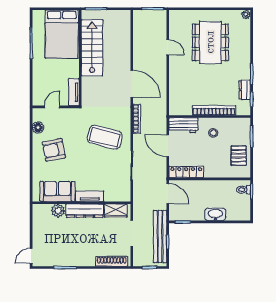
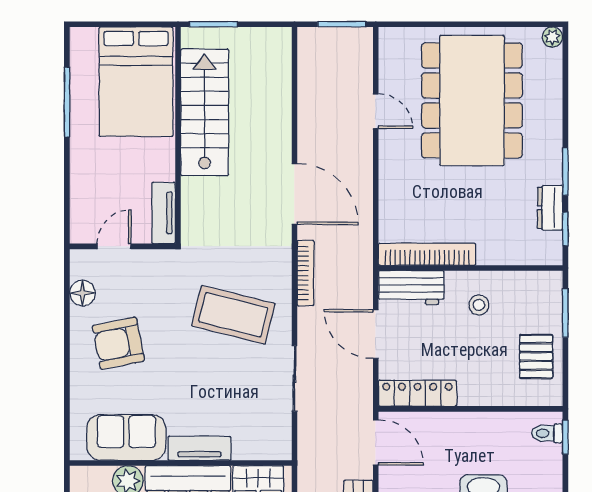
dining table: (210, 42) -> (472, 100), width x1.36, depth x1.24
bookcase: (214, 110) -> (427, 254), moved

